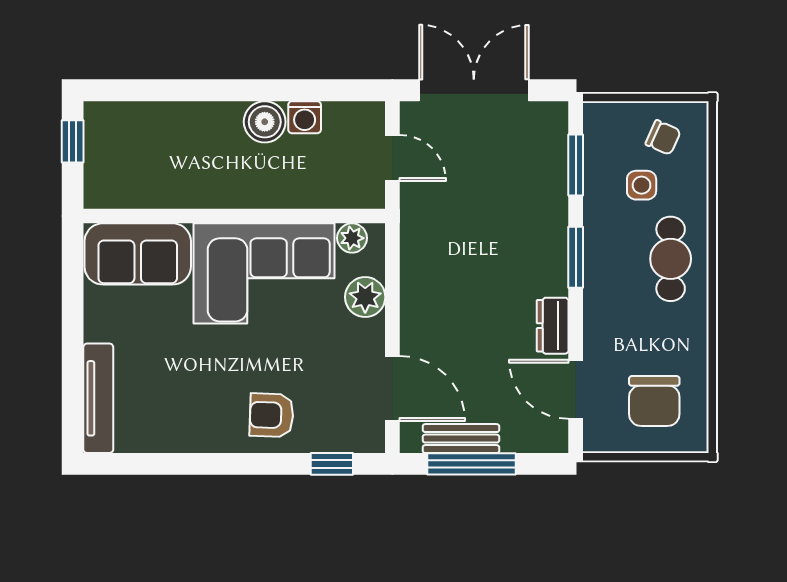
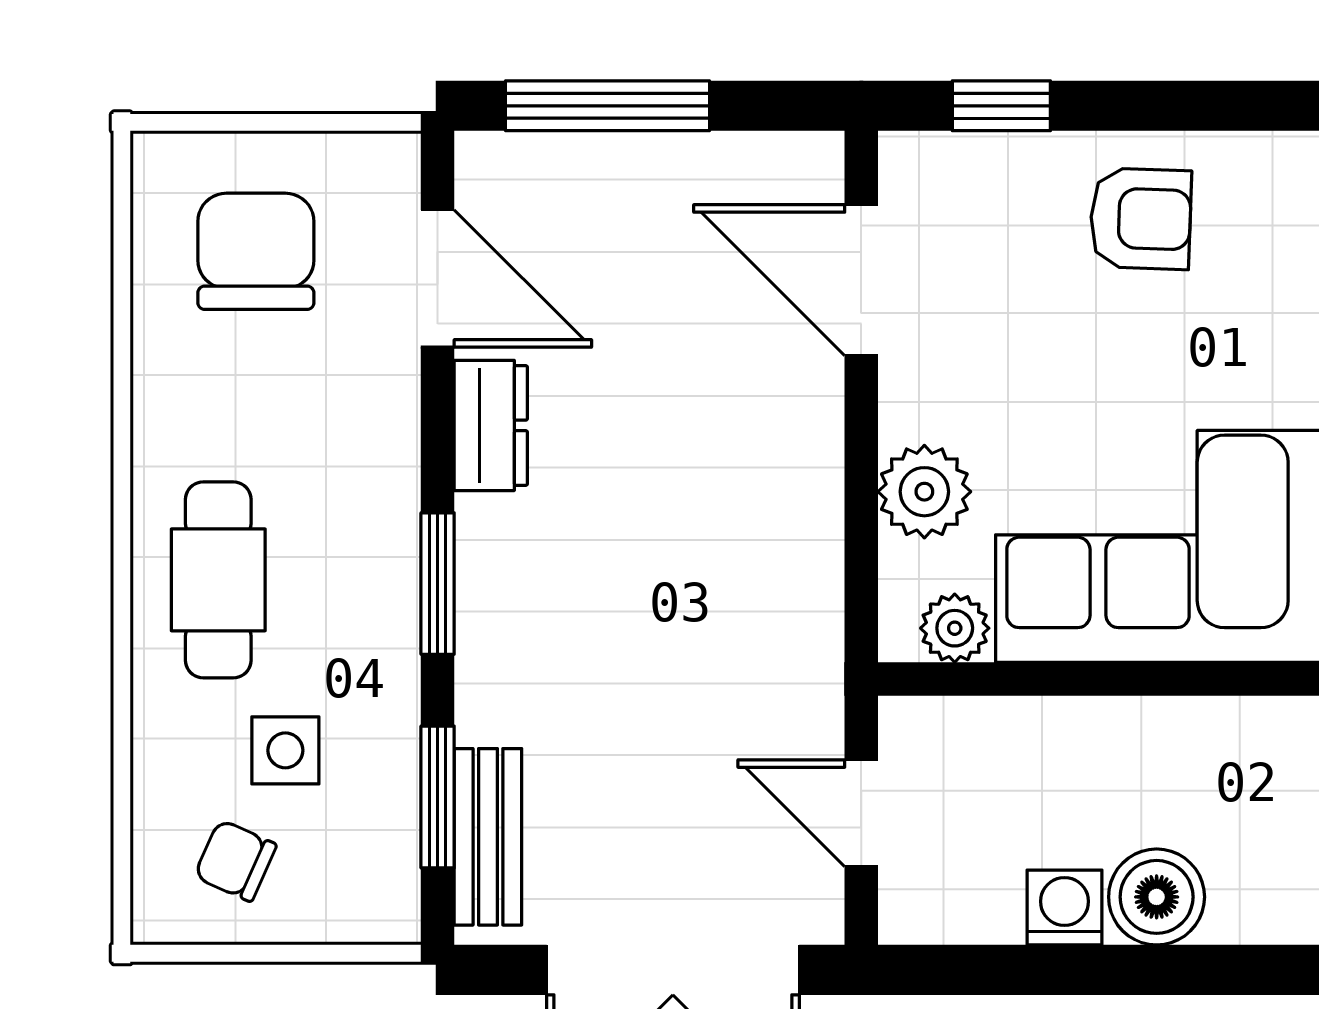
bench: (461, 439) -> (488, 837), moved, turned 90
window: (472, 464) -> (608, 106), moved

